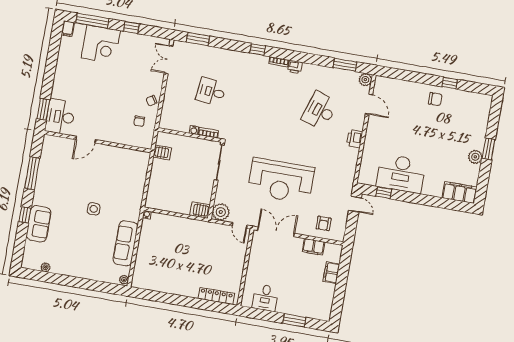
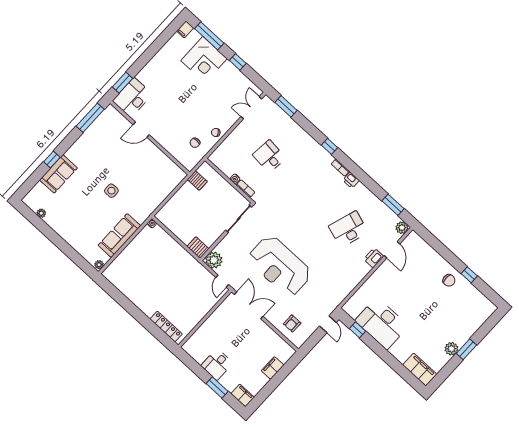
printer: (355, 139) -> (374, 258), moved
window: (32, 173) -> (90, 118), moved
filing cabinet: (314, 247) -> (243, 395), moved, turned 180
desk: (265, 298) -> (217, 364), moved

